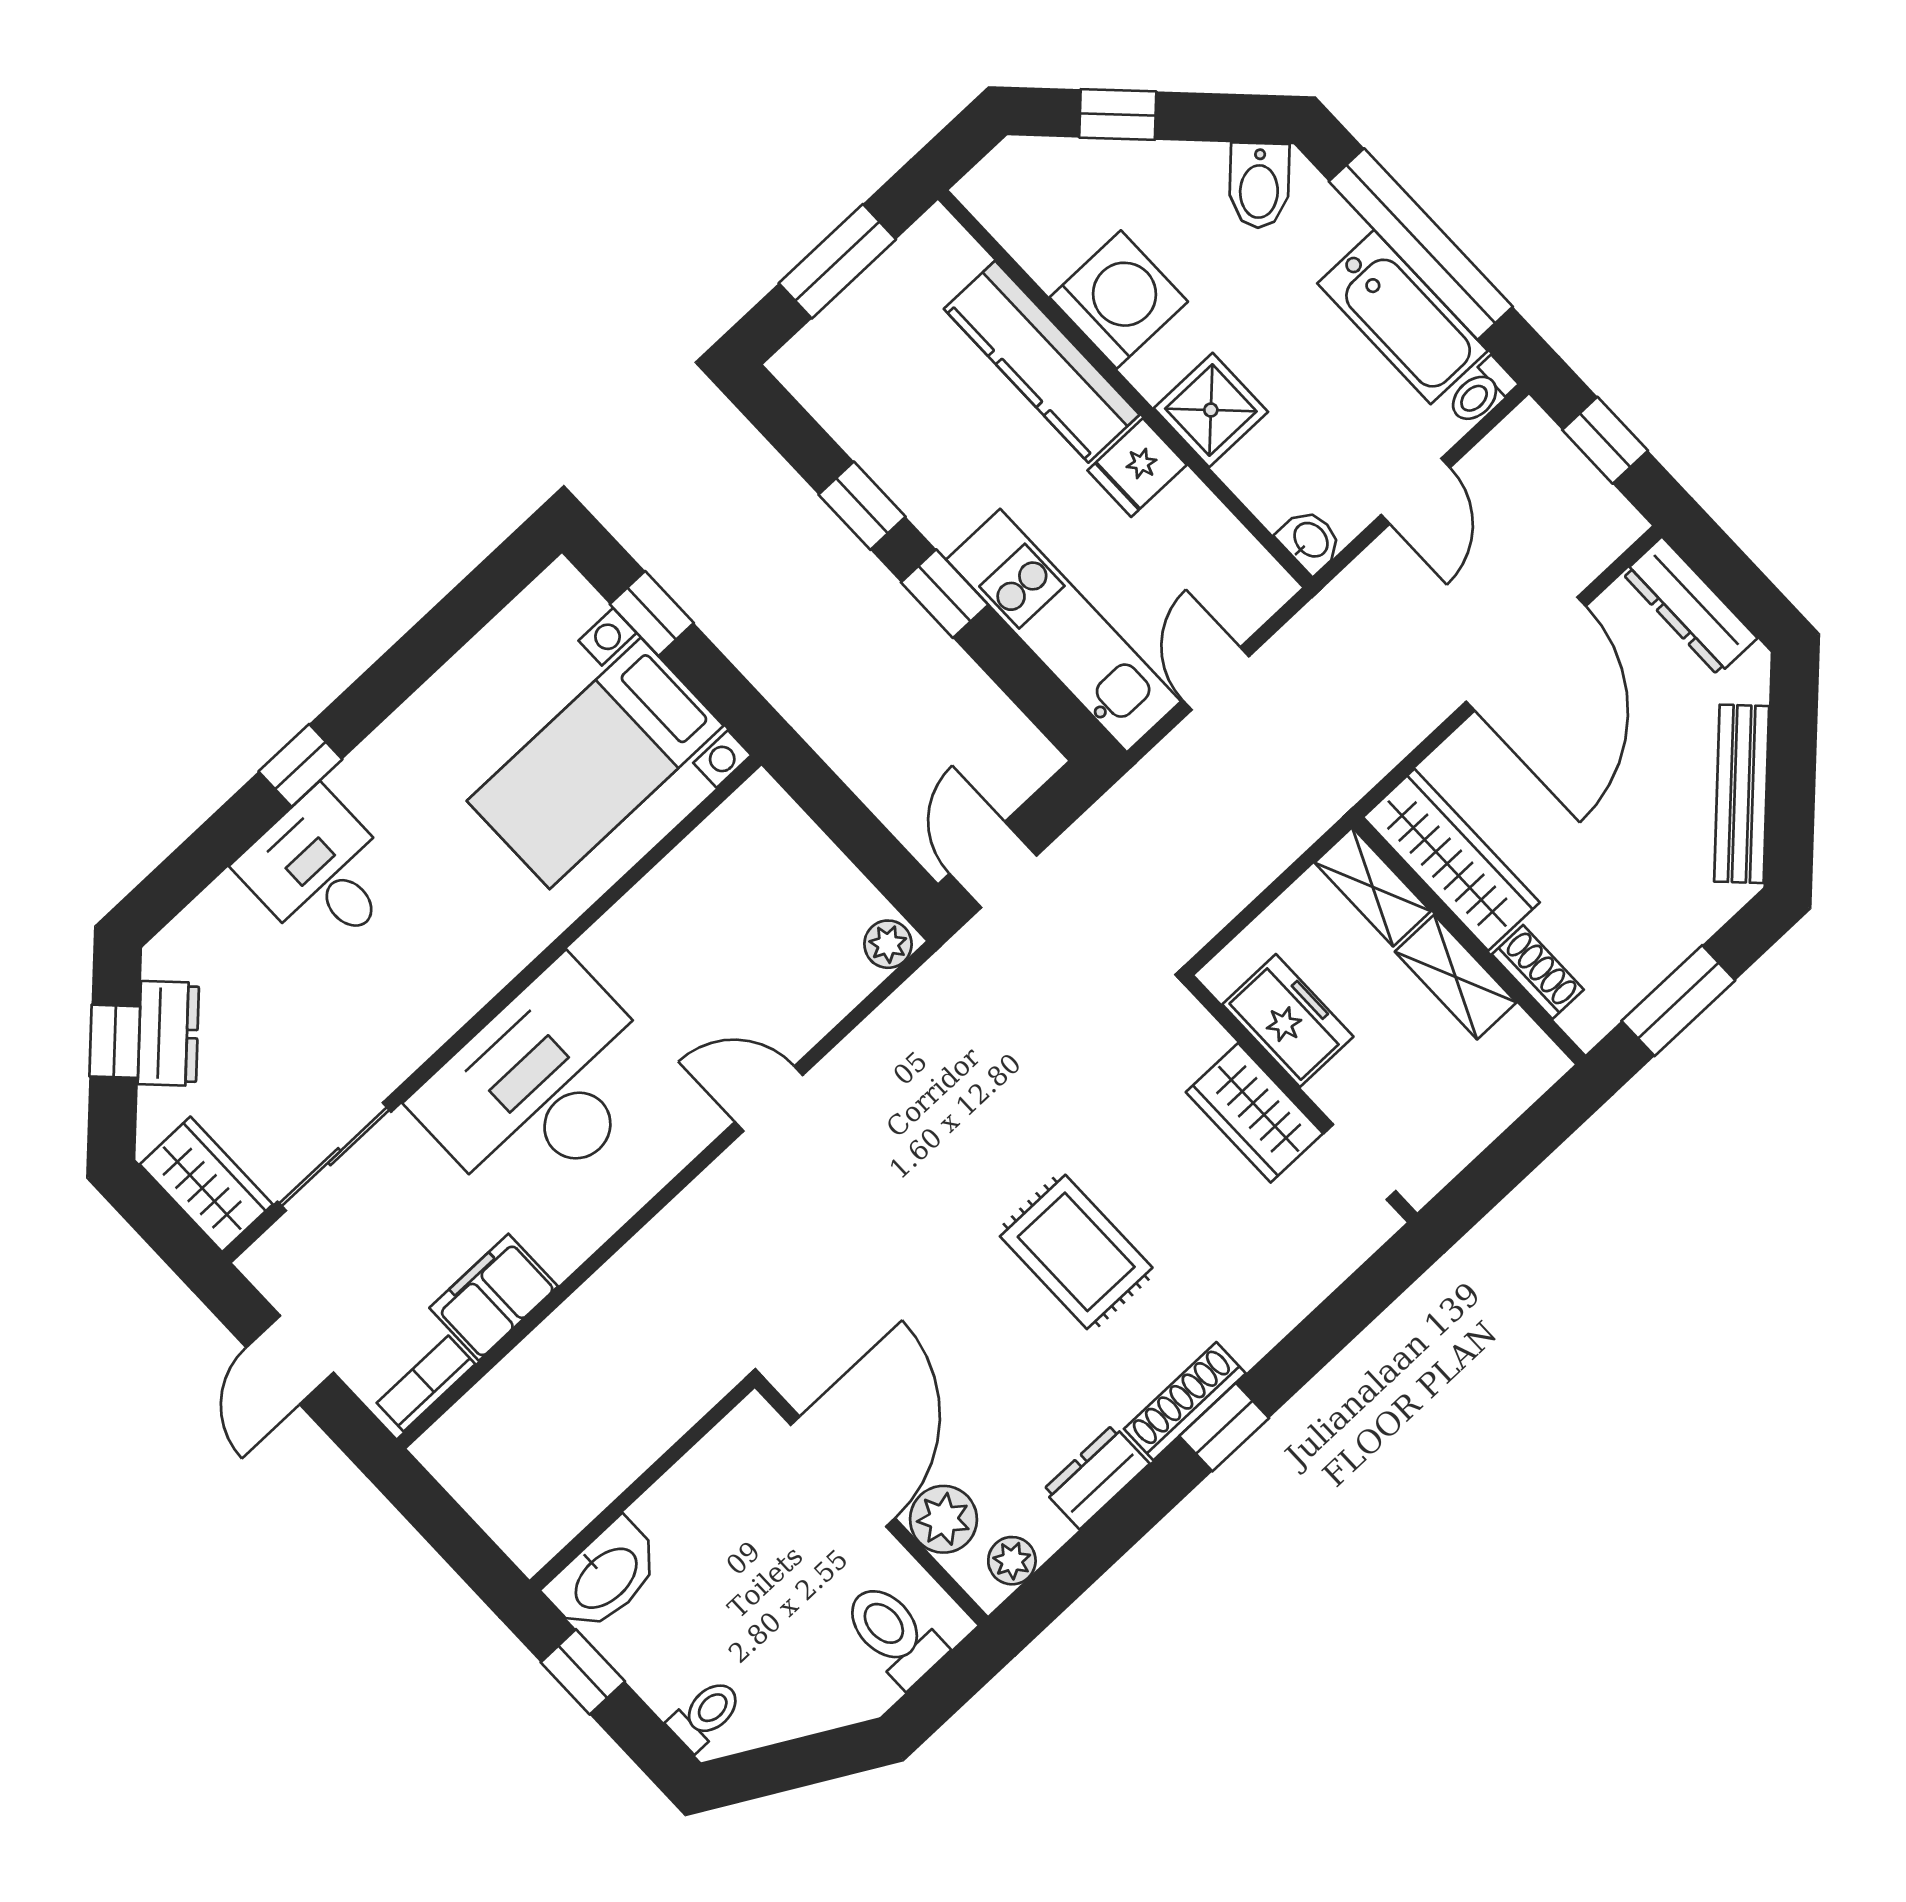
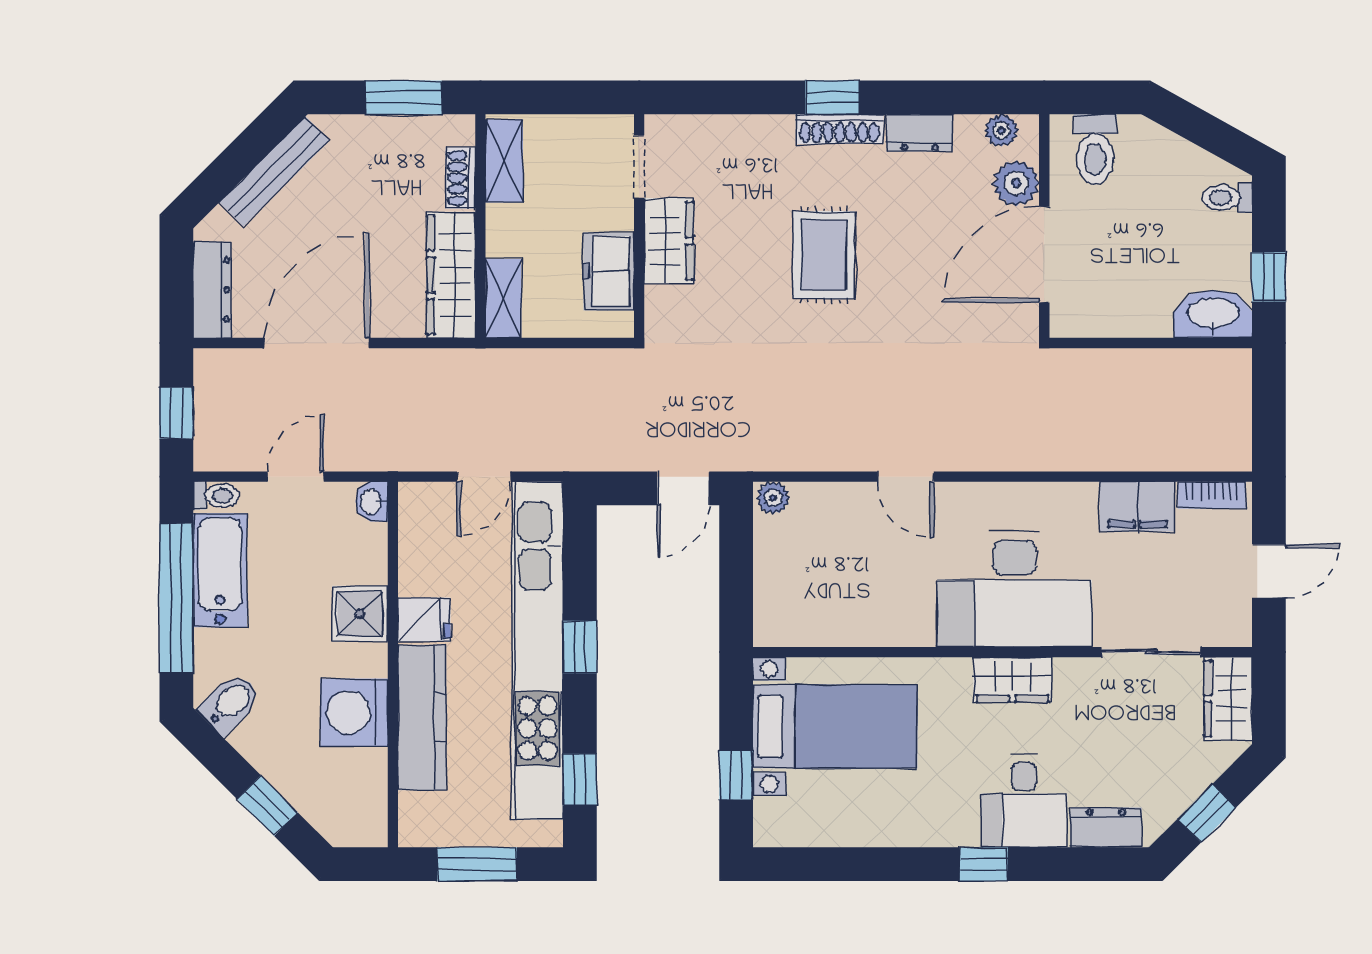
window: (862, 506) -> (580, 780), moved
kitchen unit: (1064, 630) -> (538, 651), width x1.86
shelving: (1456, 977) -> (504, 161), moved
wardrobe: (454, 990) -> (1012, 680), added
dresser: (168, 1033) -> (1106, 827), moved, turned 45

